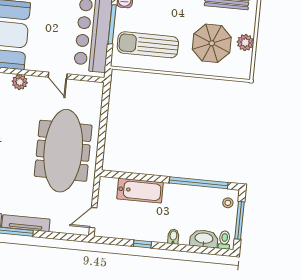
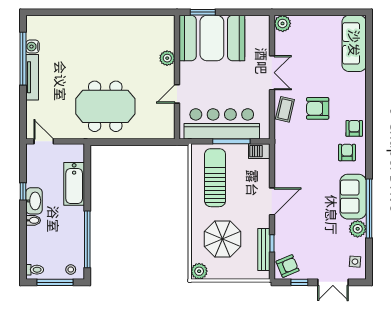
plant: (245, 42) -> (199, 271), moved
meeting table: (63, 151) -> (105, 106), width x0.73
washbasin: (204, 239) -> (34, 201), moved

